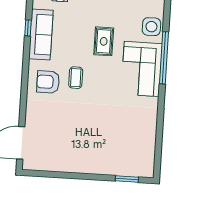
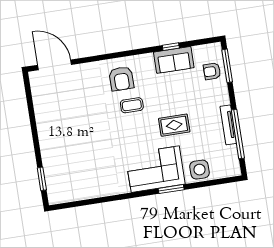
sofa: (41, 35) -> (174, 60), width x0.73
window: (164, 58) -> (171, 189), width x0.47
armchair: (48, 82) -> (121, 79), turned 180

